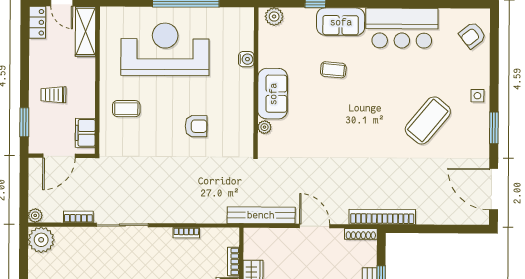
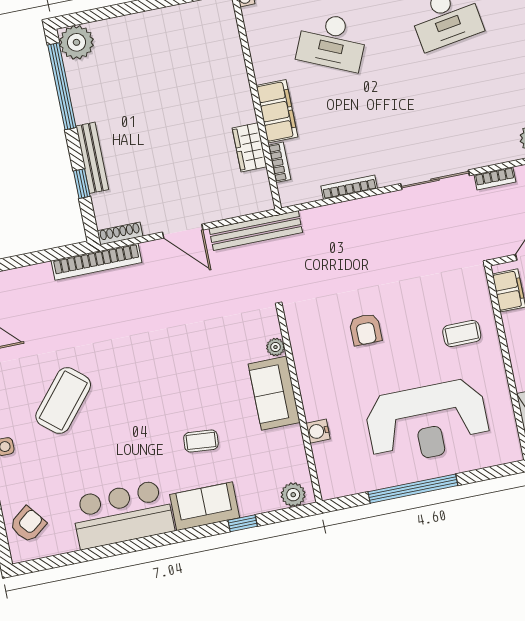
armchair: (196, 126) -> (365, 330), turned -90
bookcase: (186, 233) -> (349, 187), width x1.56

